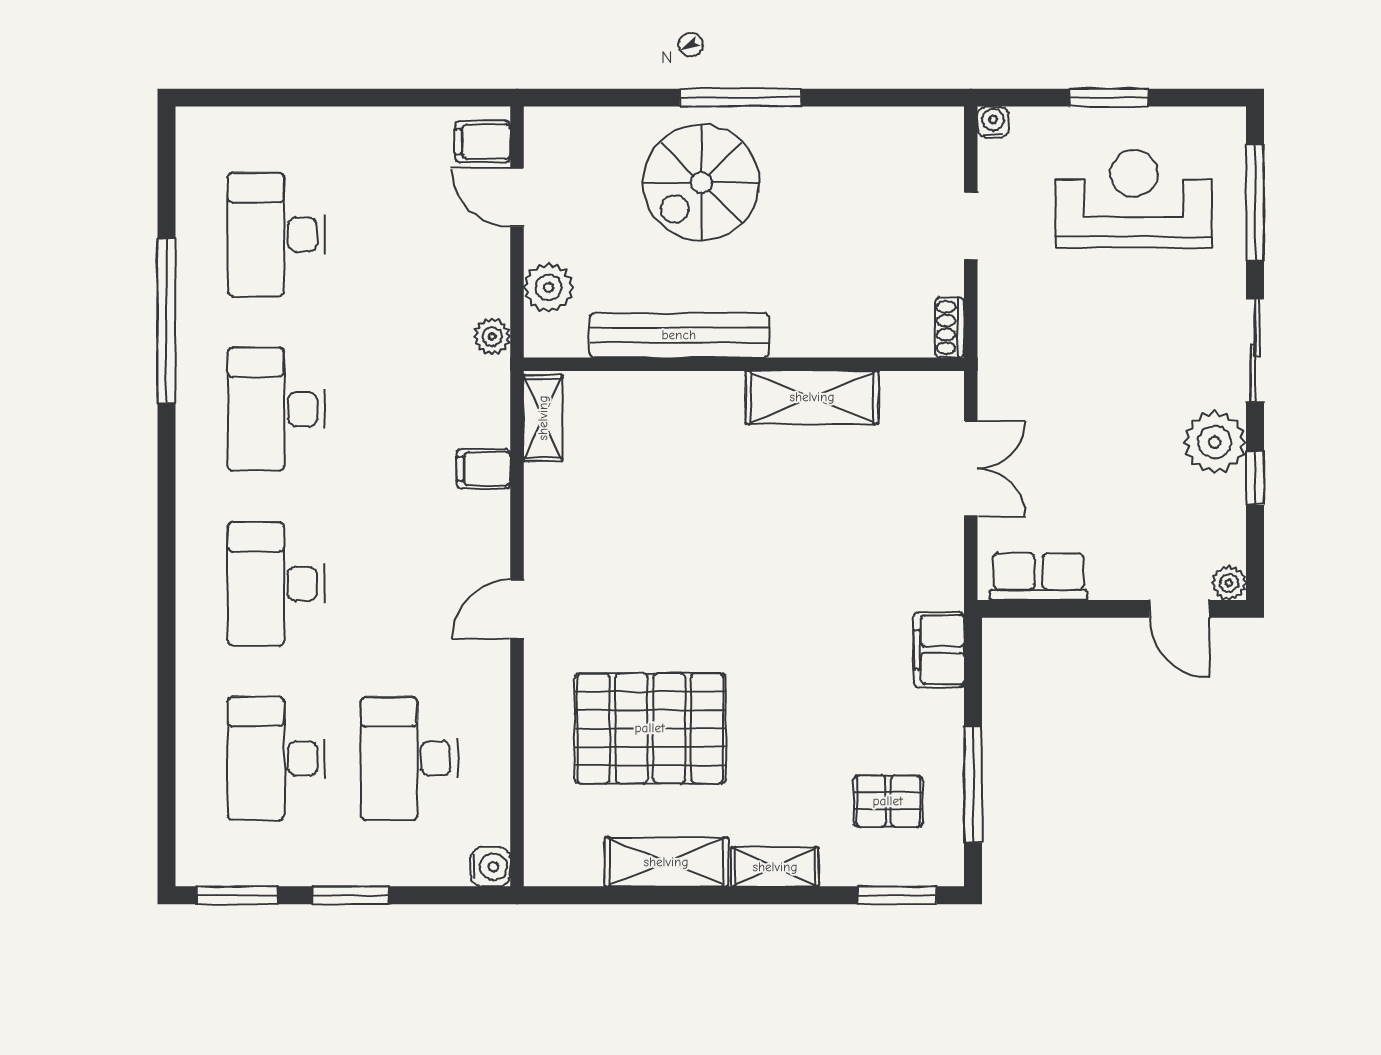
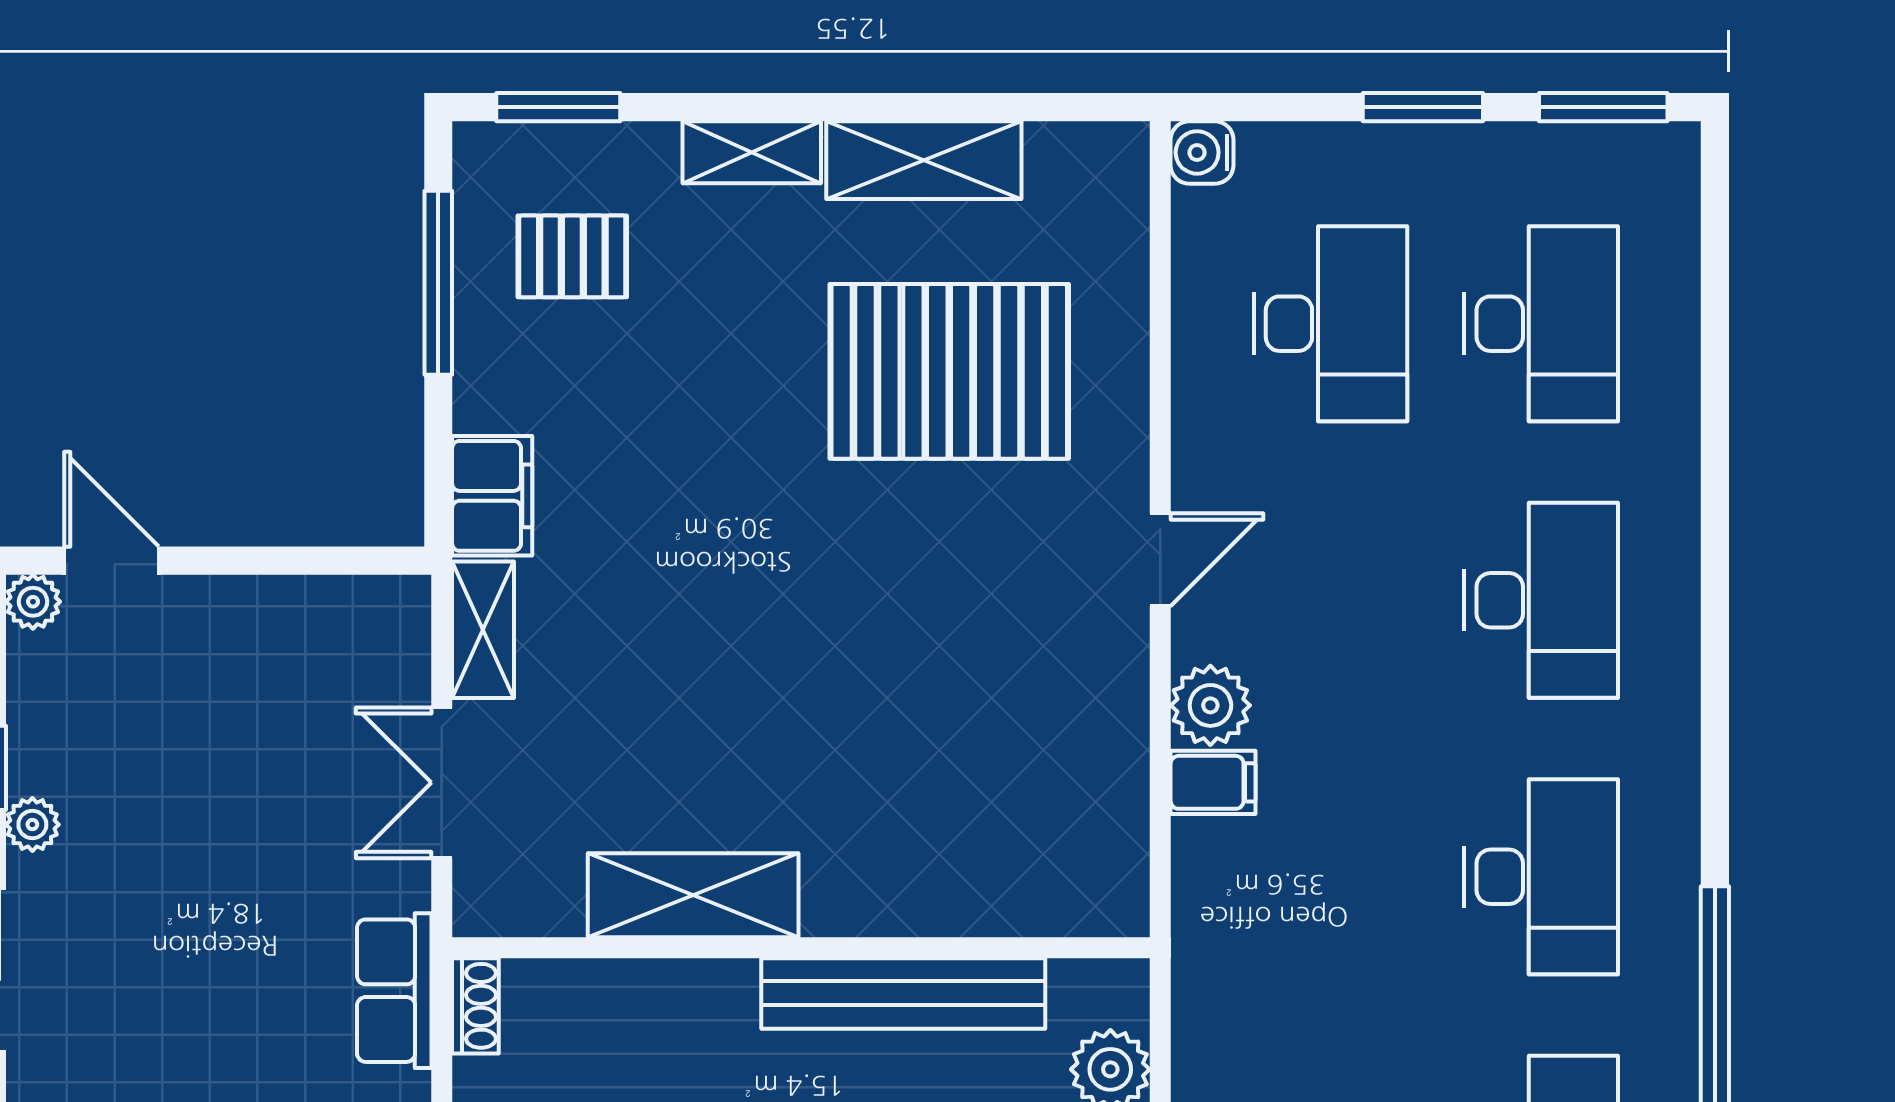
plant: (492, 337) -> (1210, 705), moved, width x1.38, depth x1.38
shelving: (543, 418) -> (483, 630), moved
plant: (1215, 442) -> (32, 825), width x0.53, depth x0.53
row of seats: (1039, 577) -> (394, 991), moved, turned 90

